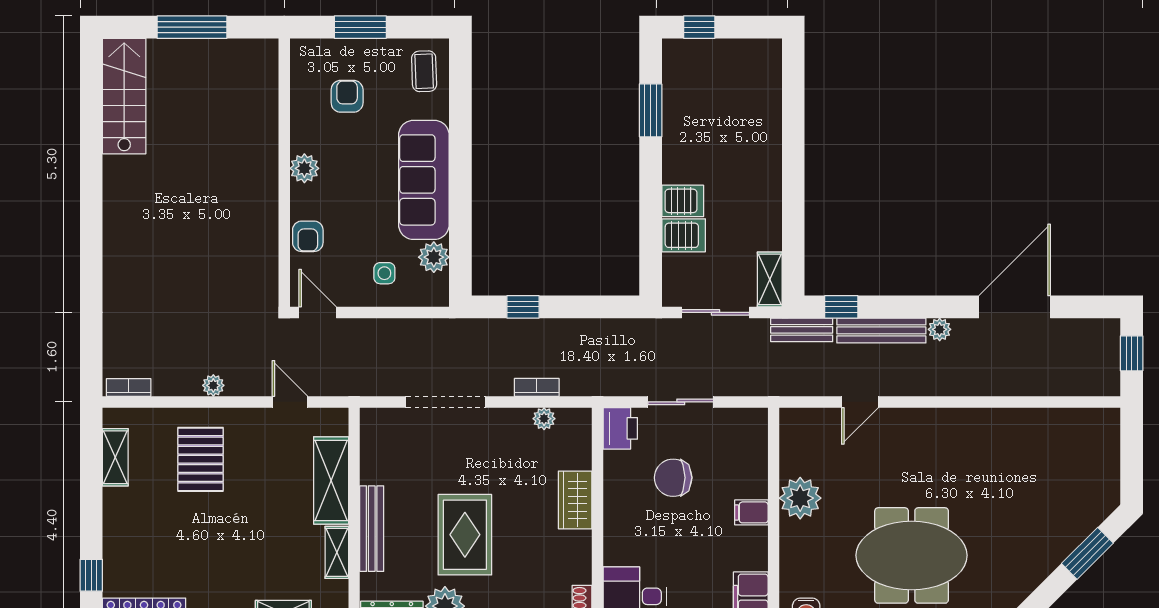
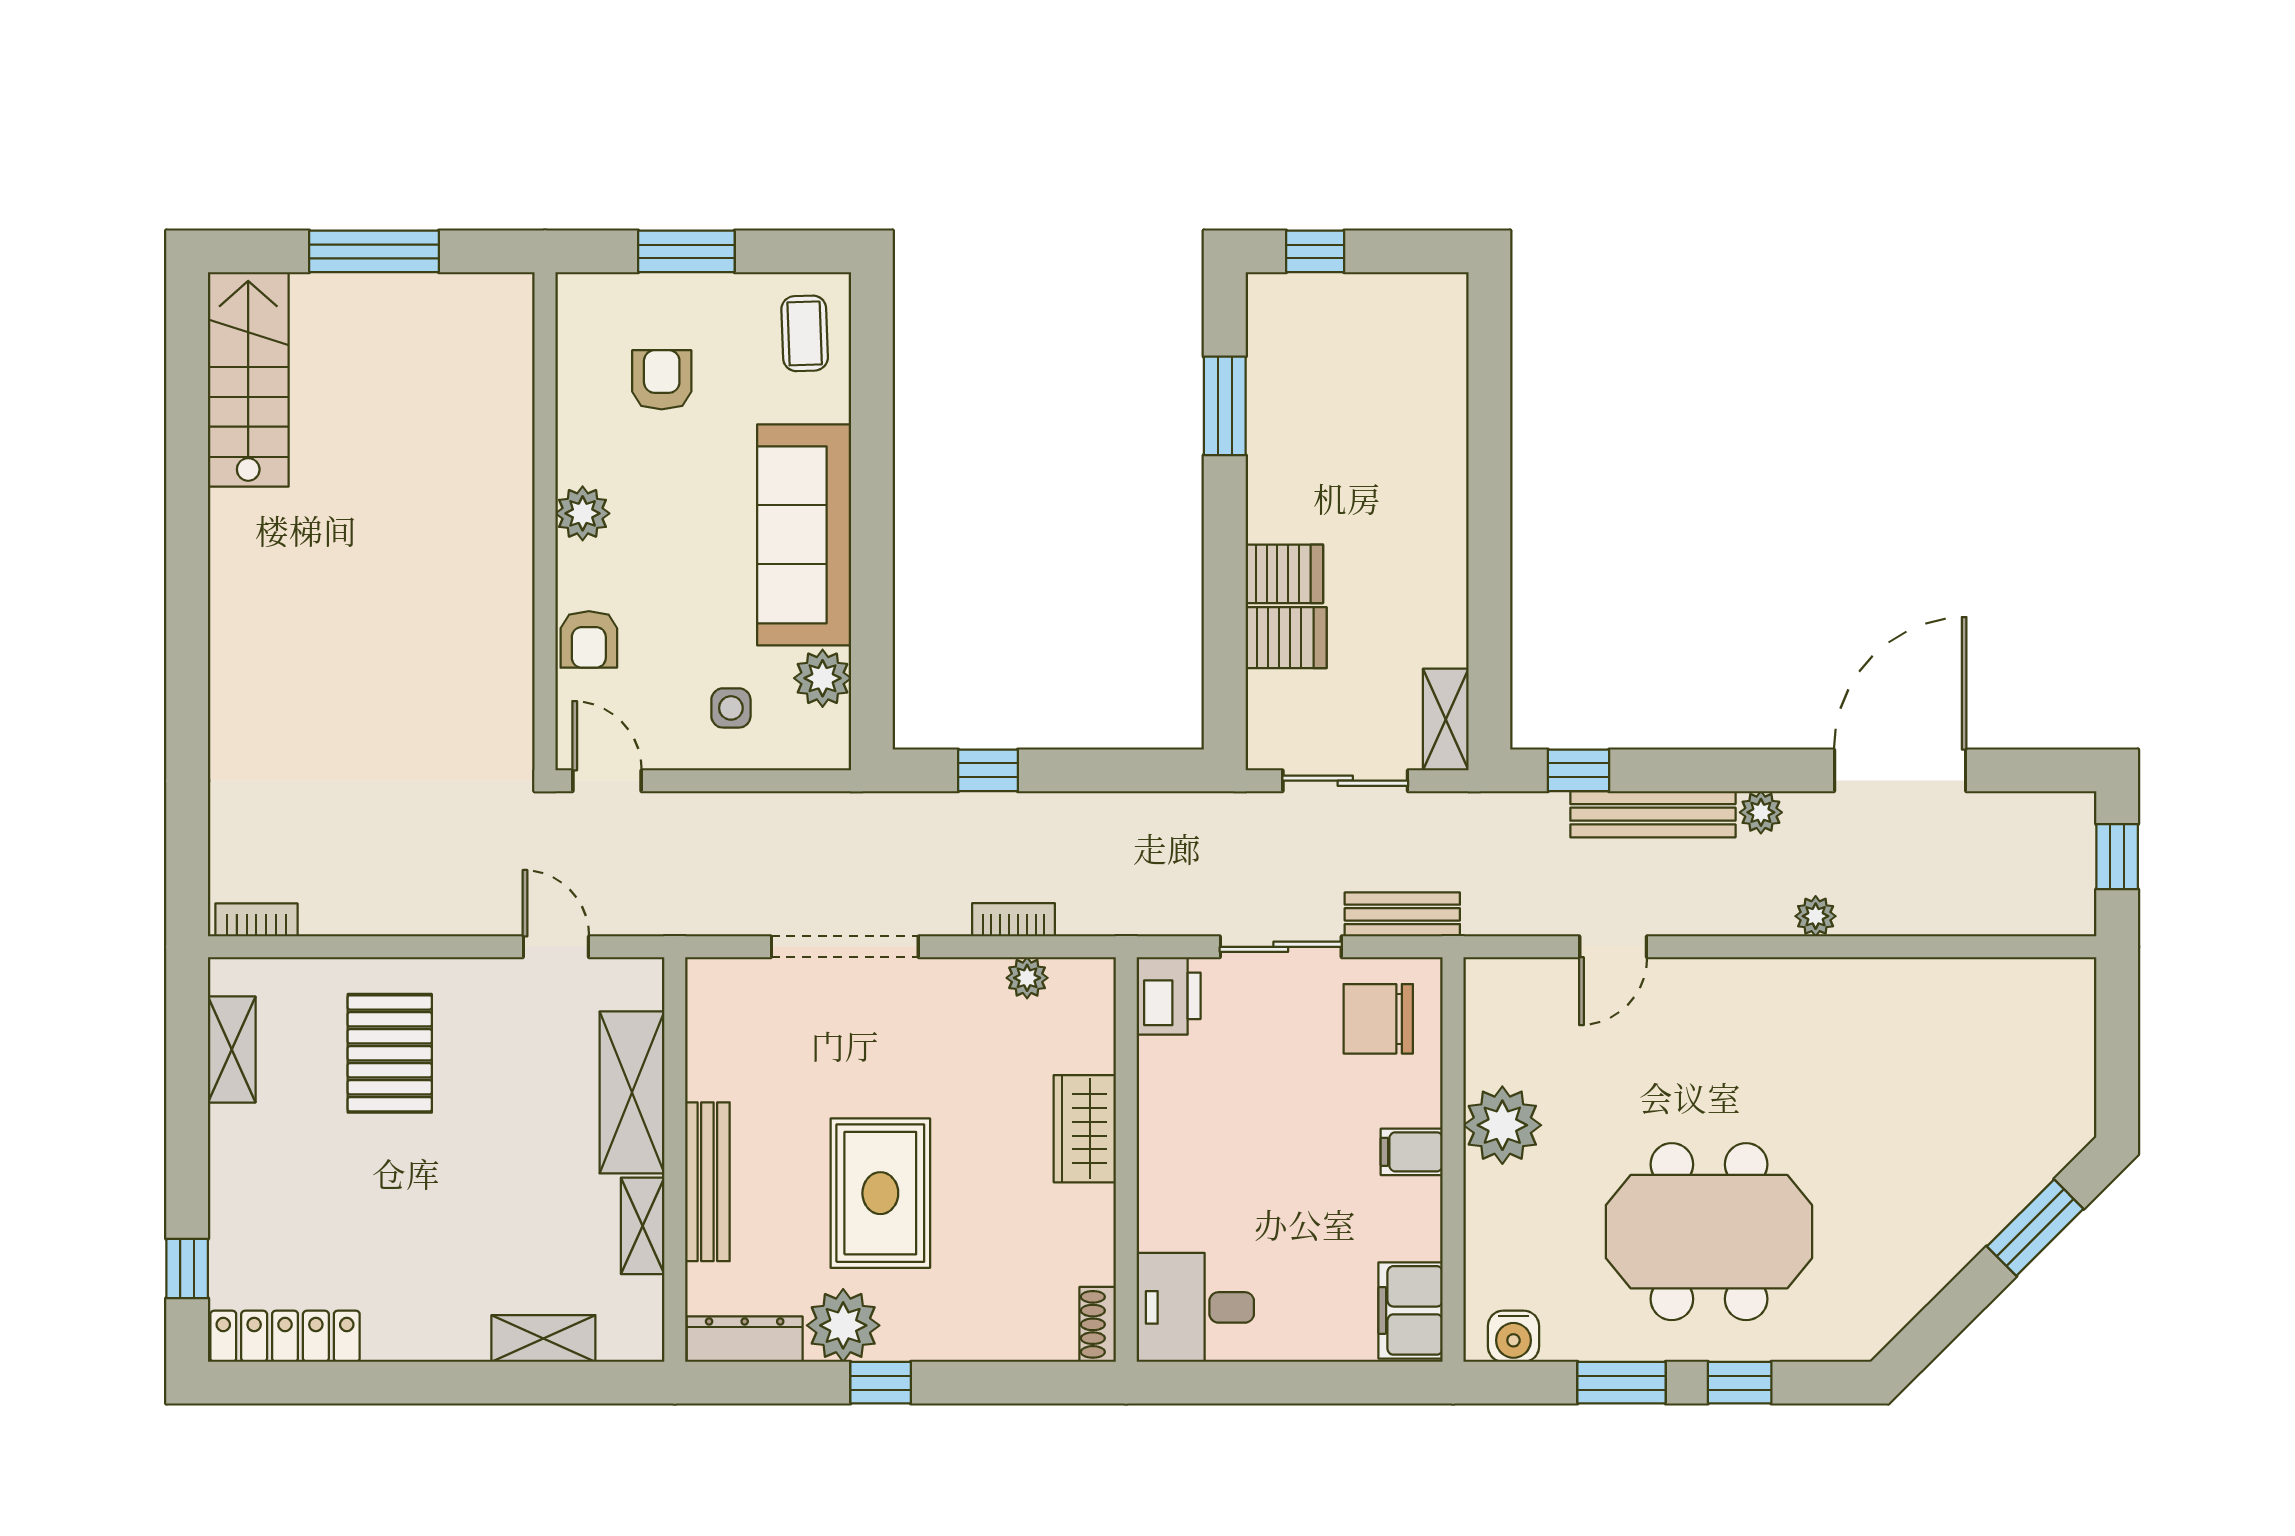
bench: (802, 330) -> (1402, 914), moved
plant: (213, 385) -> (1816, 916), moved
chair: (673, 478) -> (1378, 1019), moved

